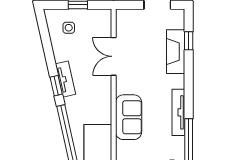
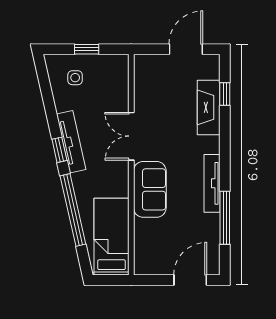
double door: (114, 56) -> (131, 136), moved
tv unit: (66, 79) -> (71, 142), width x1.41

